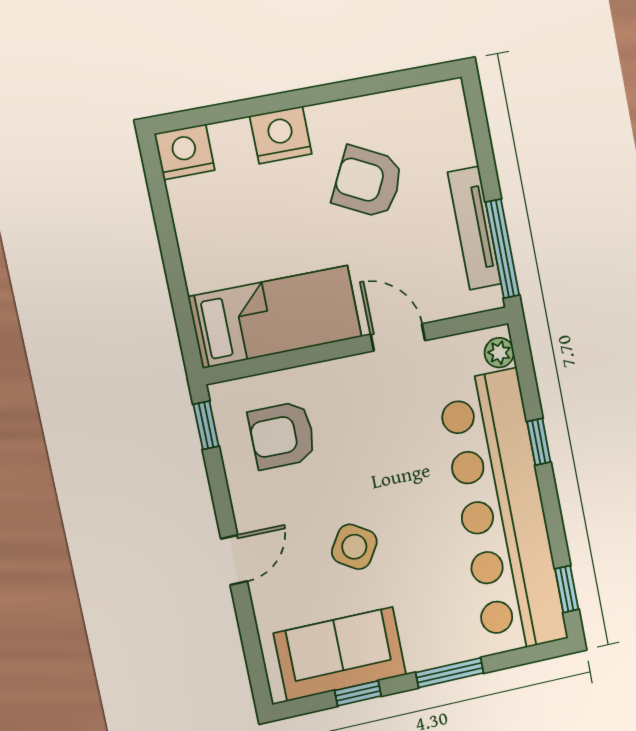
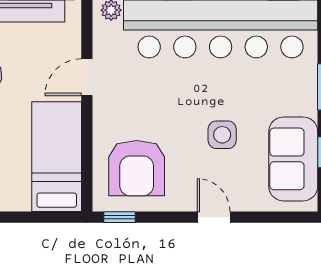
armchair: (282, 435) -> (137, 168), width x1.36, depth x1.36
side table: (354, 547) -> (222, 135), turned -32

